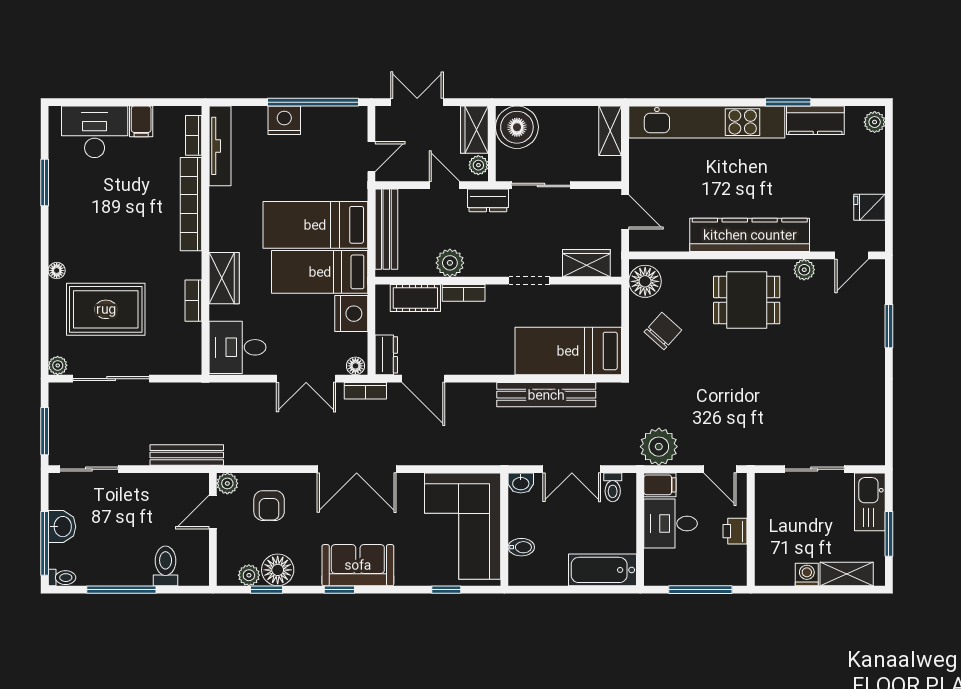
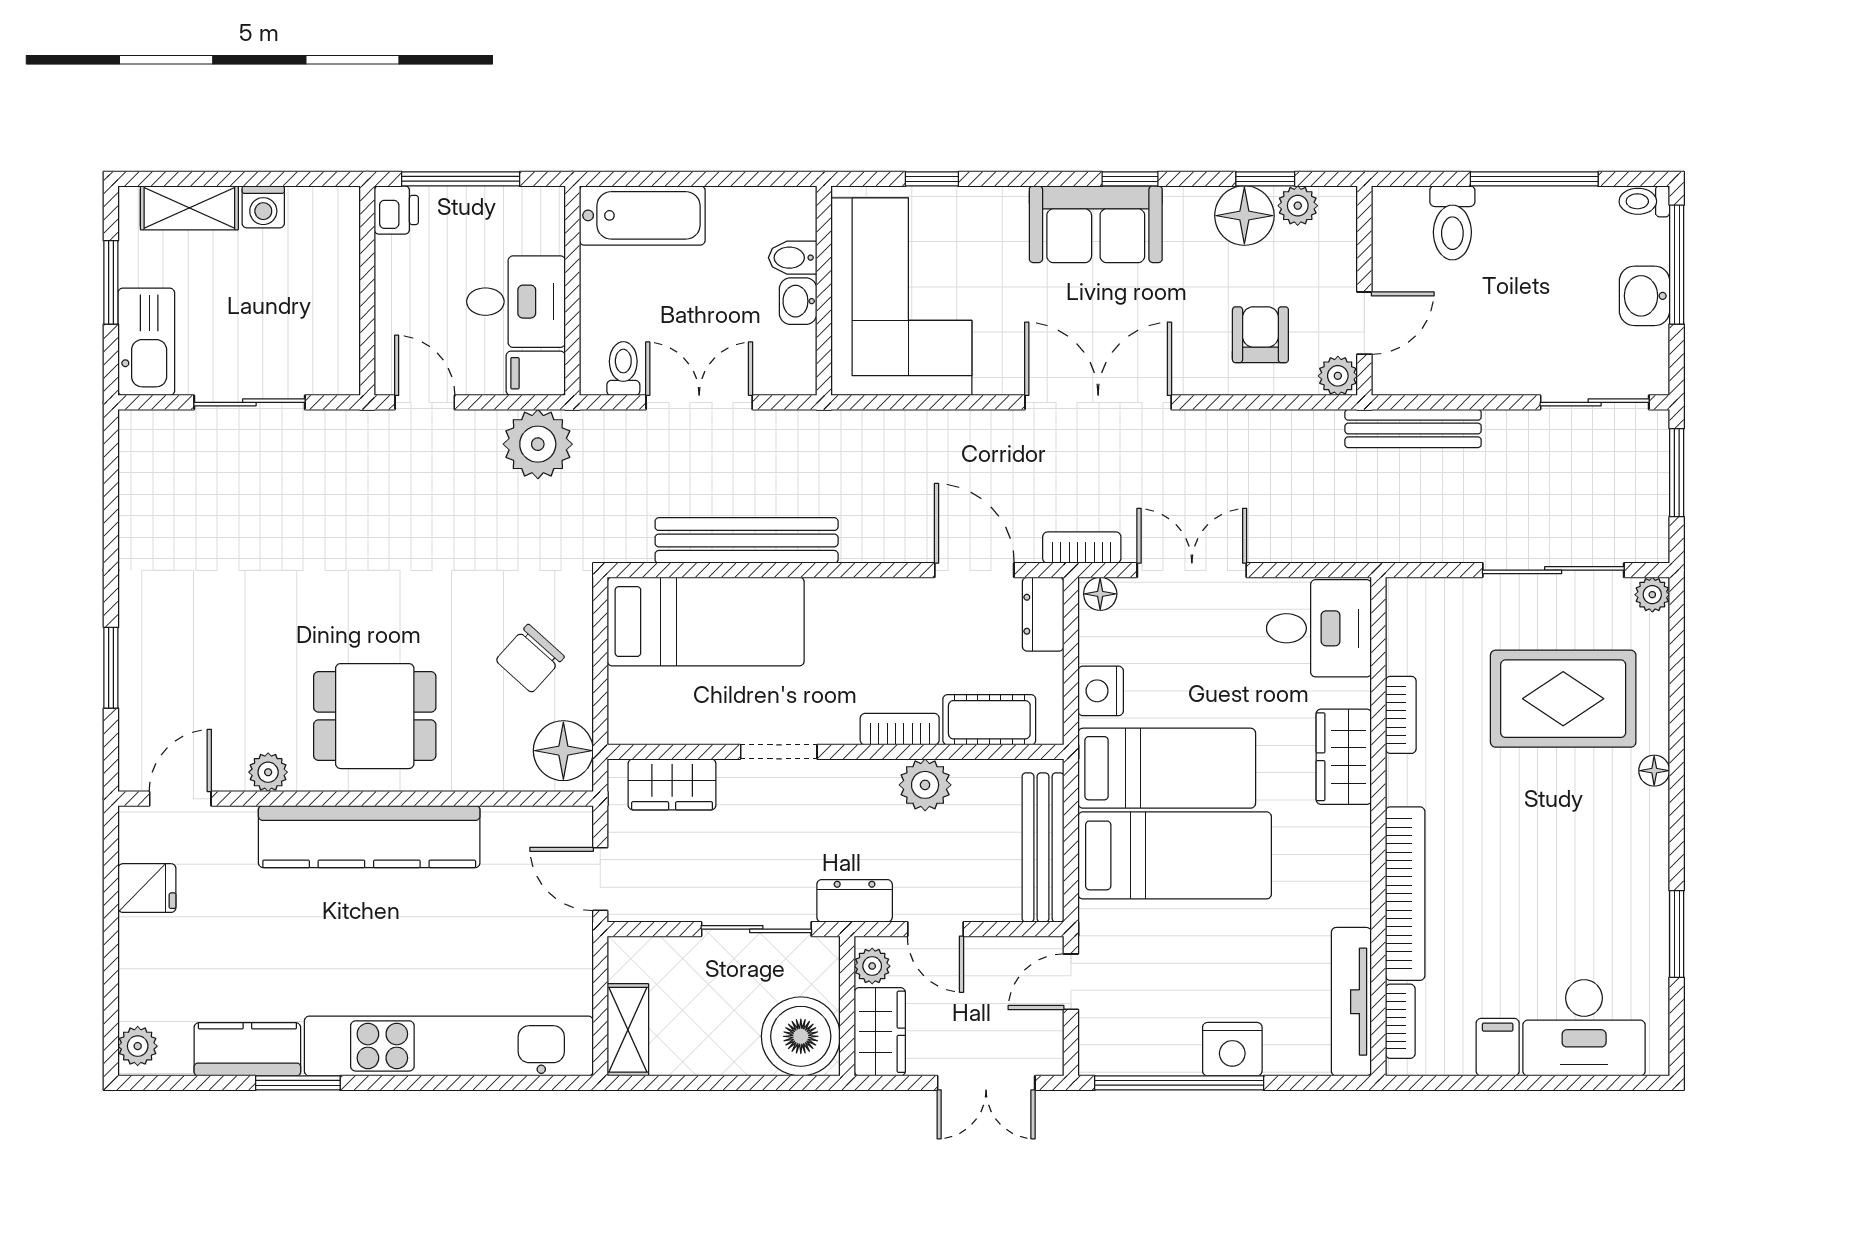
nightstand: (351, 314) -> (1101, 691), width x0.74, depth x0.75
washbasin: (521, 483) -> (798, 301), moved, turned -90
printer: (735, 531) -> (396, 210), moved

